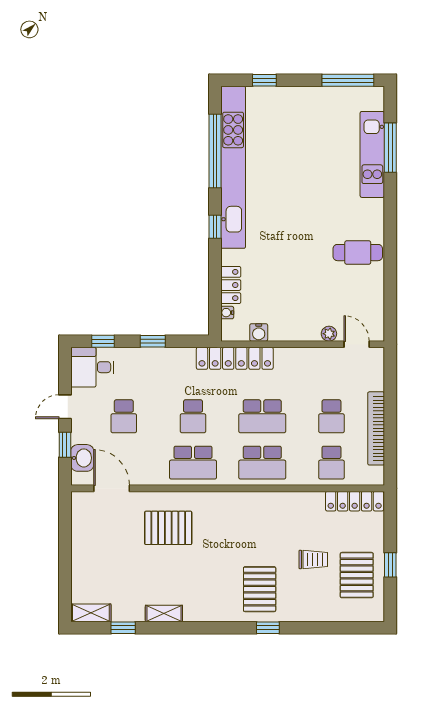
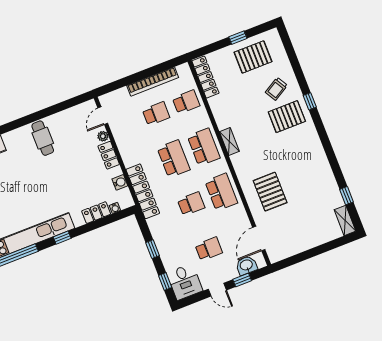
locker: (301, 332) -> (109, 155), added
trolley: (313, 559) -> (276, 89), moved, turned -120
shelving: (164, 614) -> (229, 142), moved

